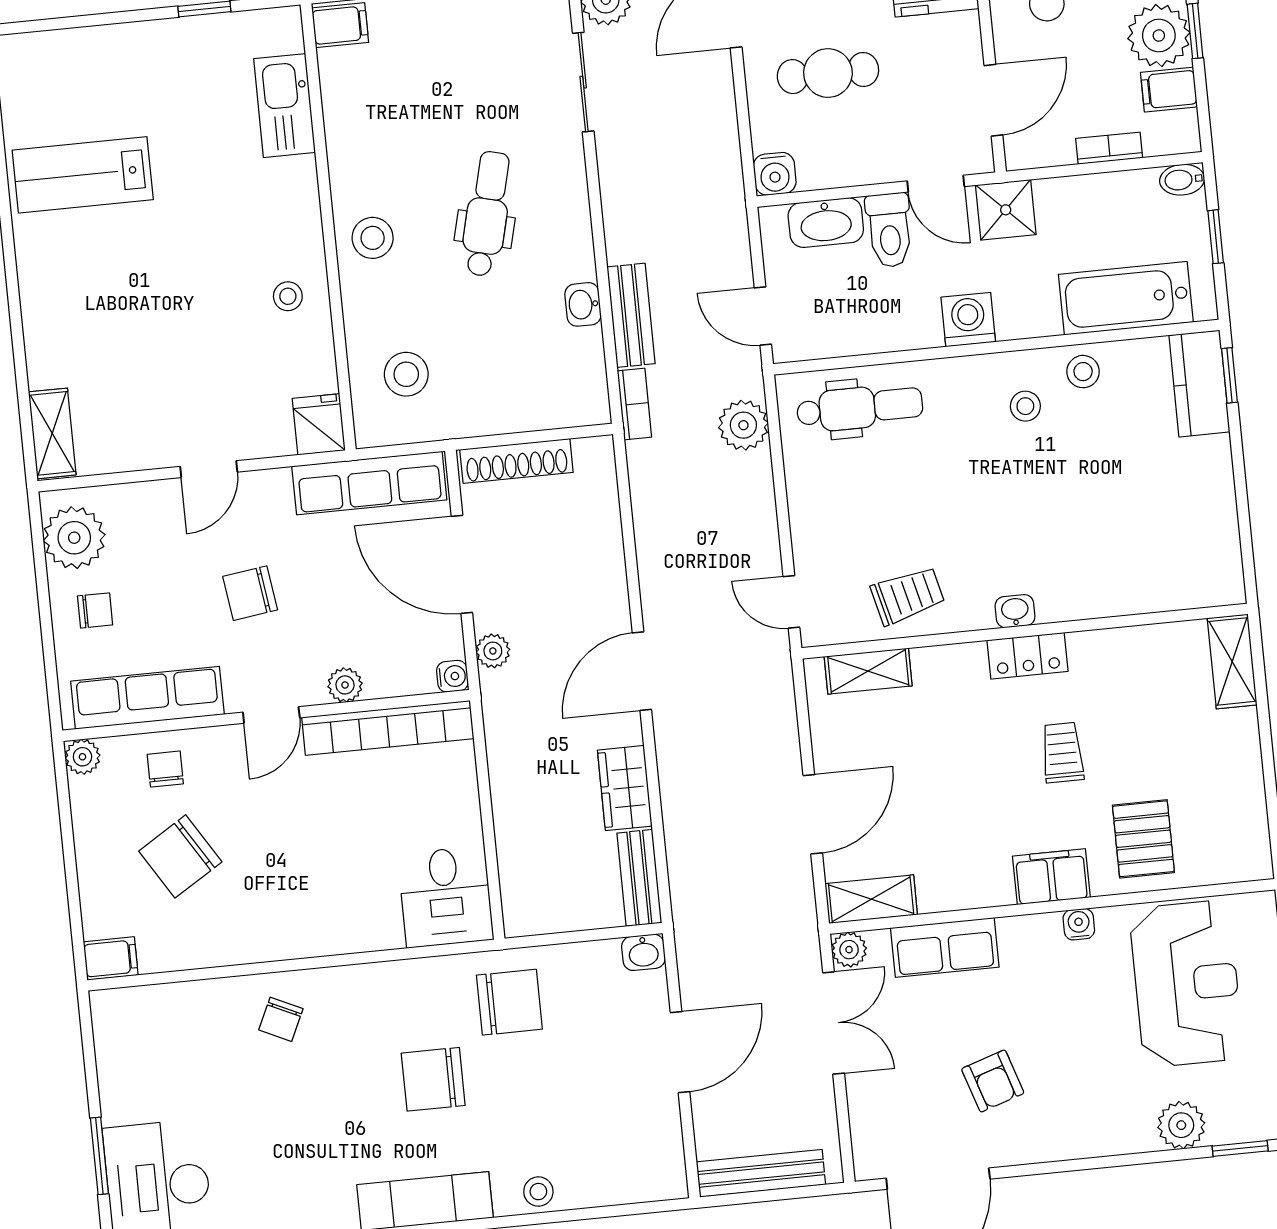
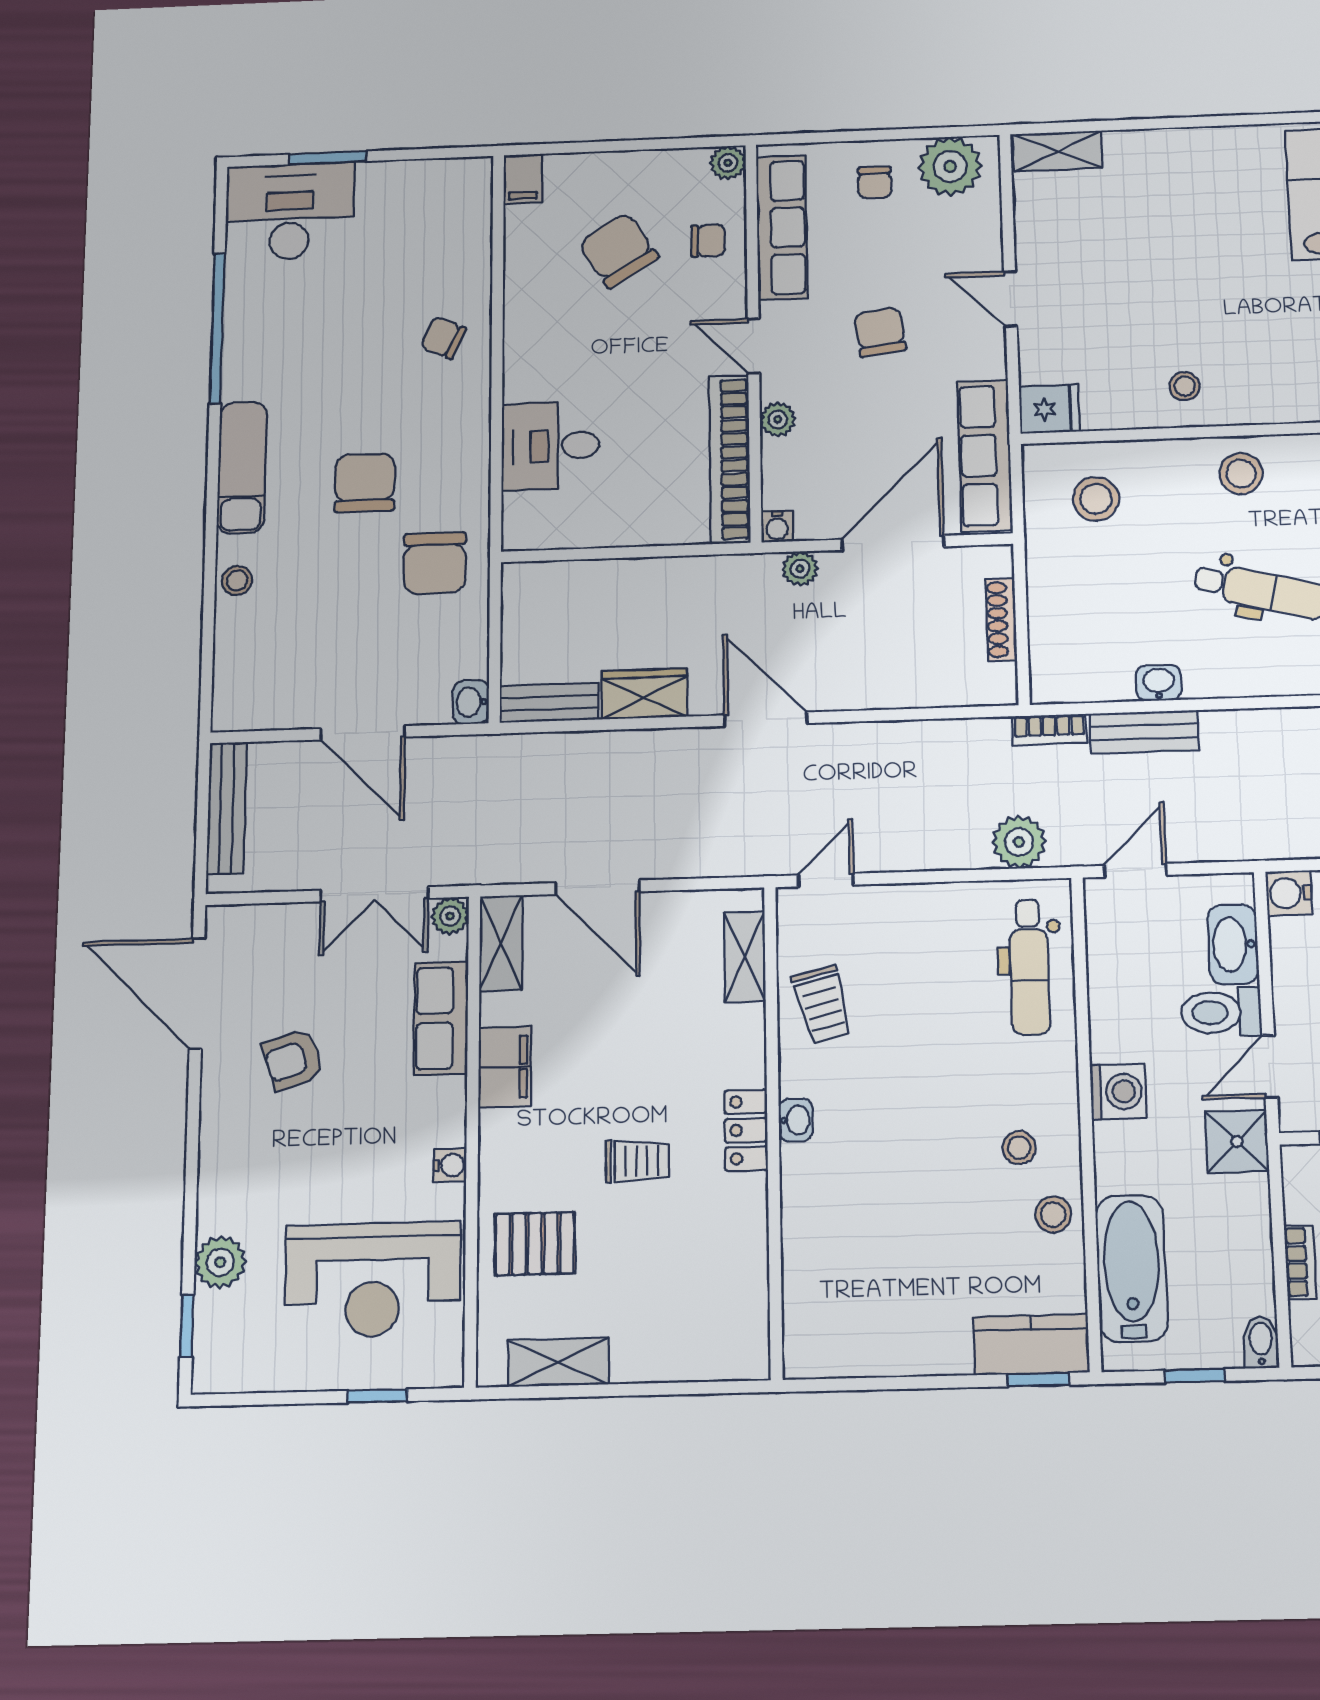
shoe rack: (516, 461) -> (1001, 619), width x0.74, depth x0.81
shelving: (1232, 661) -> (558, 1362), moved
filing cabinet: (1051, 877) -> (505, 1067), moved
desk: (446, 897) -> (550, 446), moved

